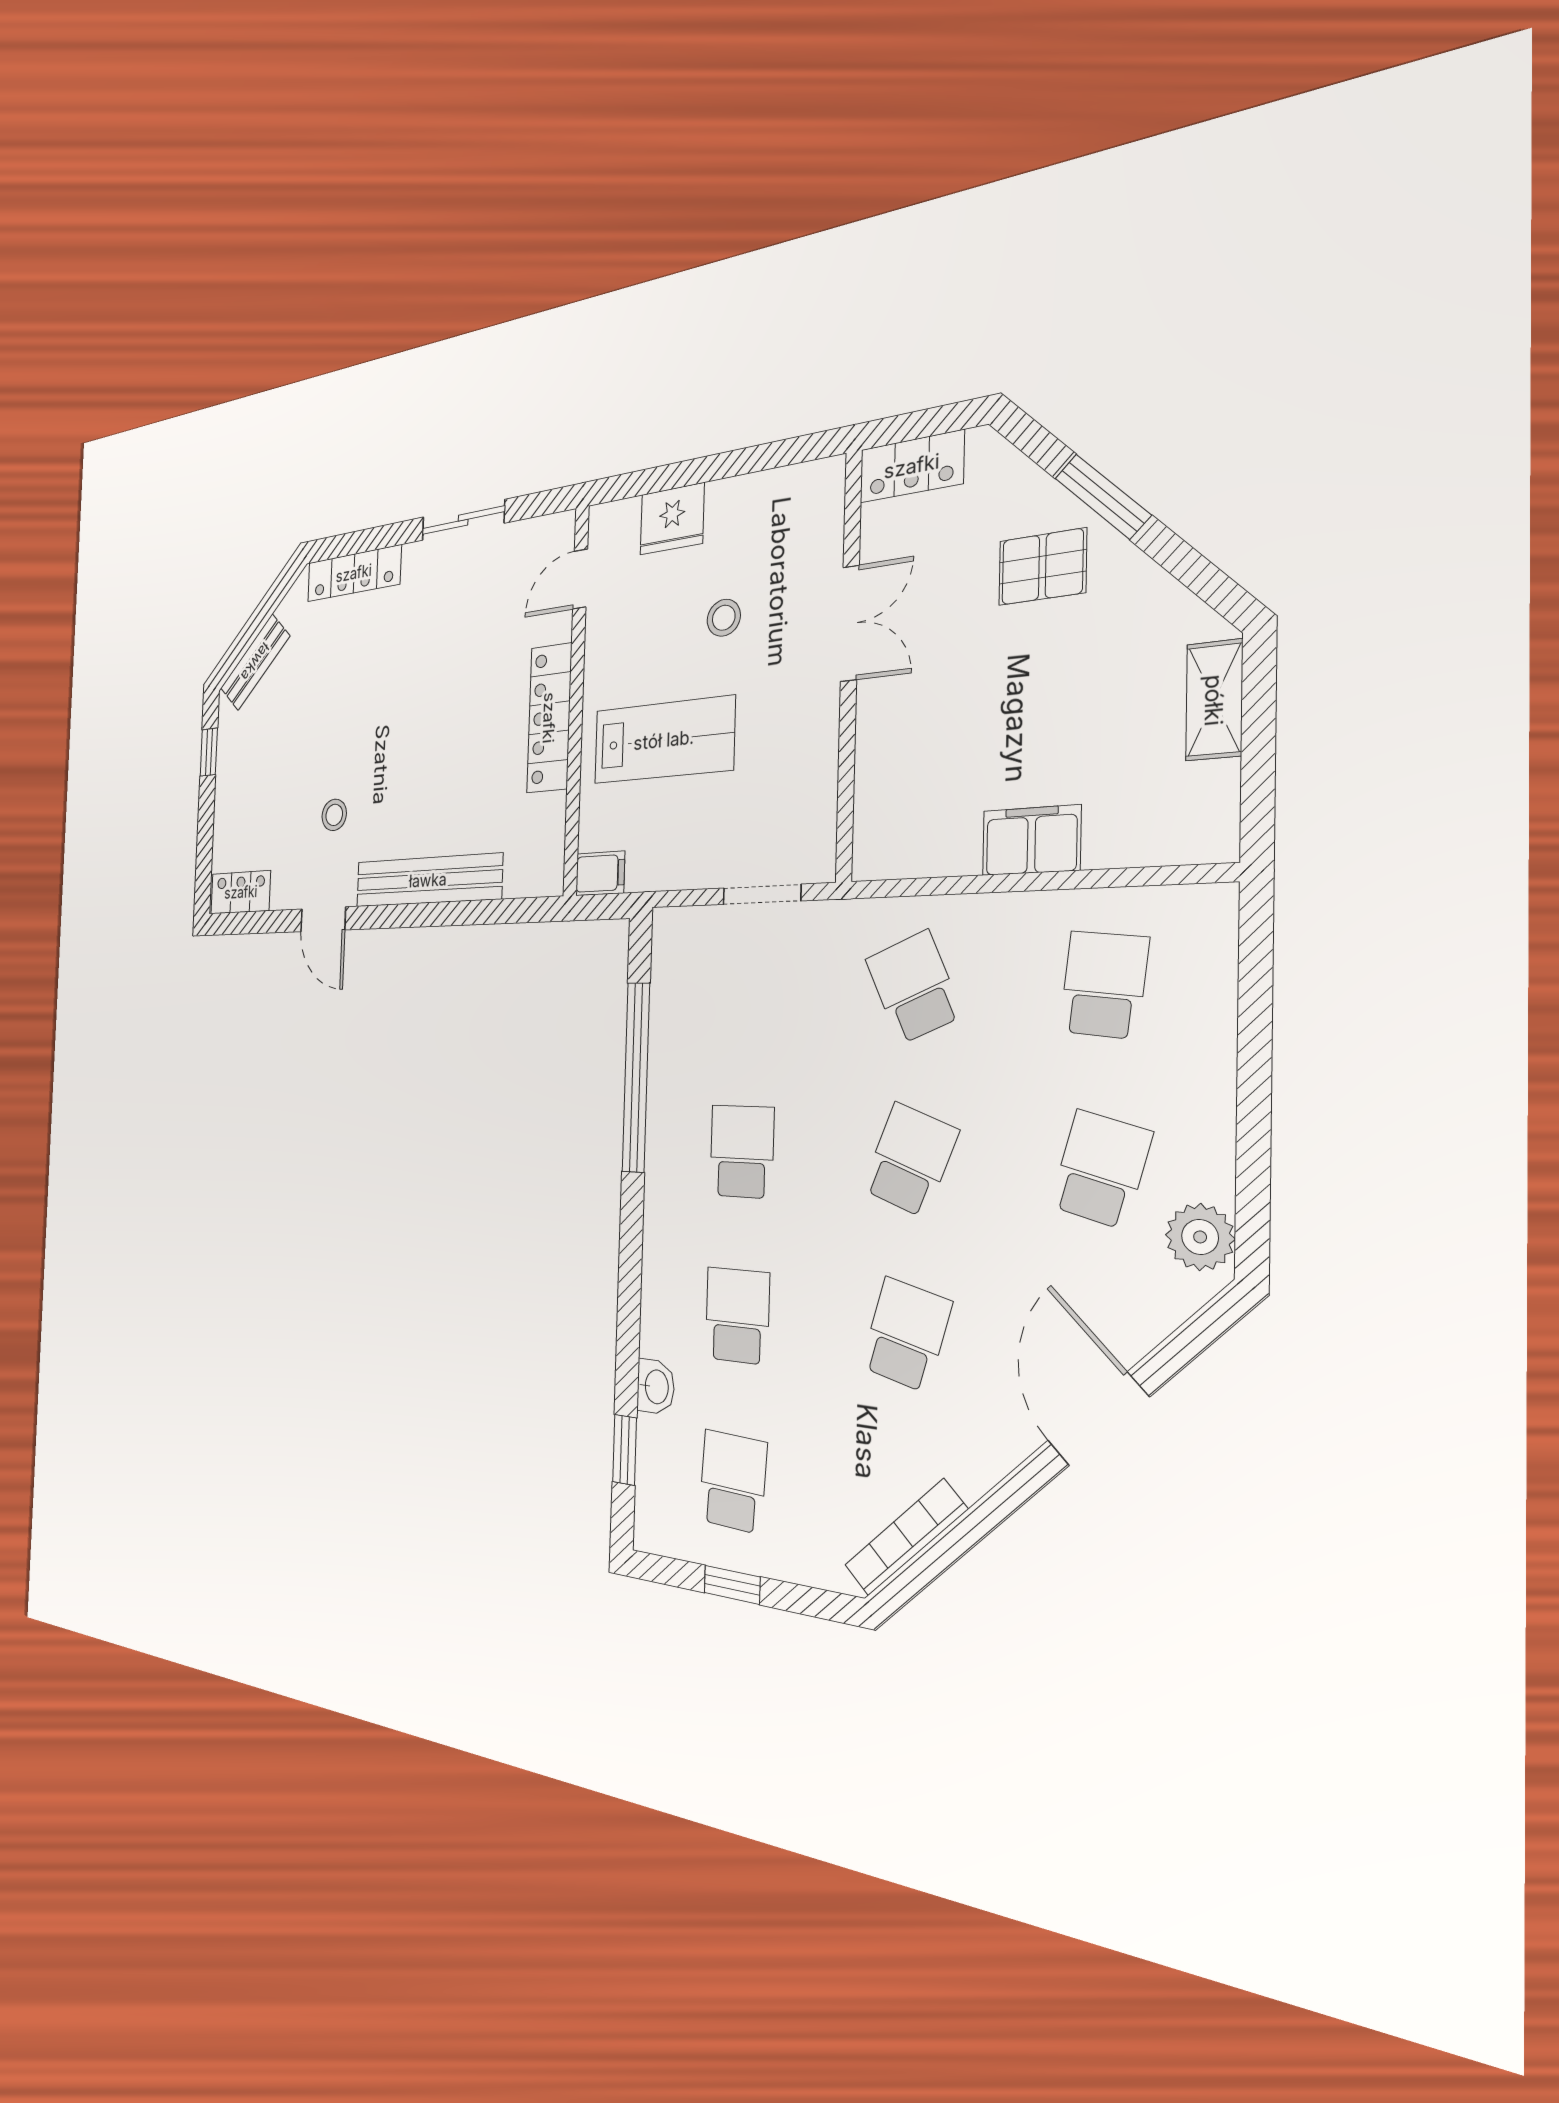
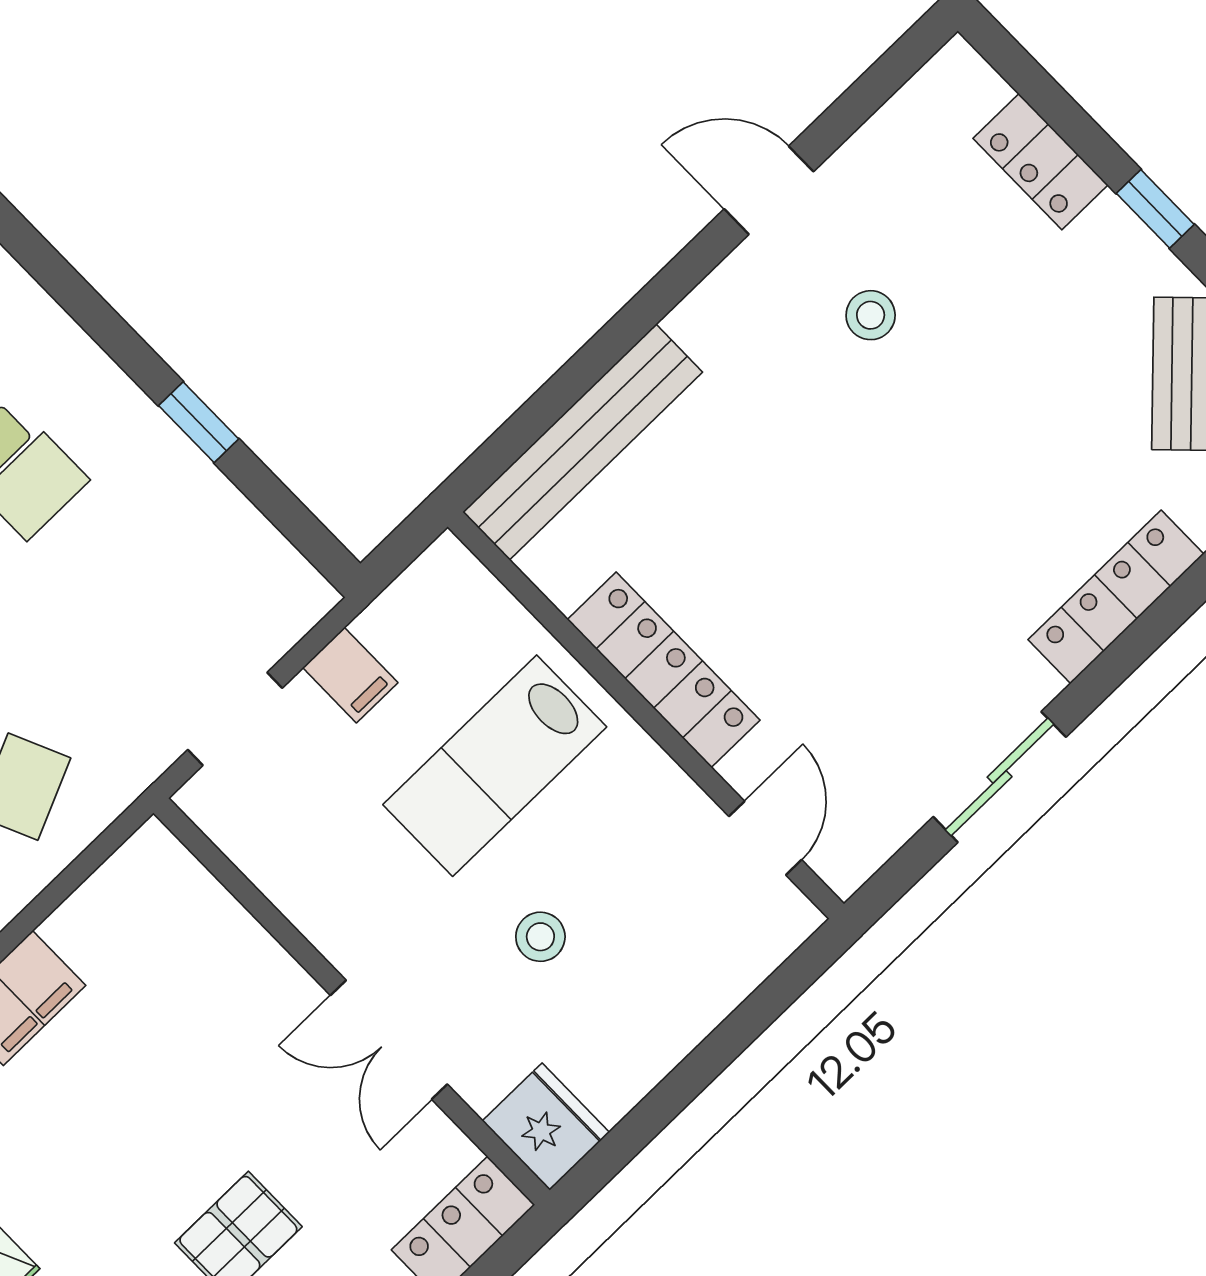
fridge: (672, 519) -> (546, 1127), moved, turned 90
filing cabinet: (600, 873) -> (350, 675), moved, turned -90
bench: (428, 880) -> (583, 442), moved
locker: (241, 892) -> (1040, 162), moved, turned 90
window: (636, 1077) -> (199, 422), width x0.32

